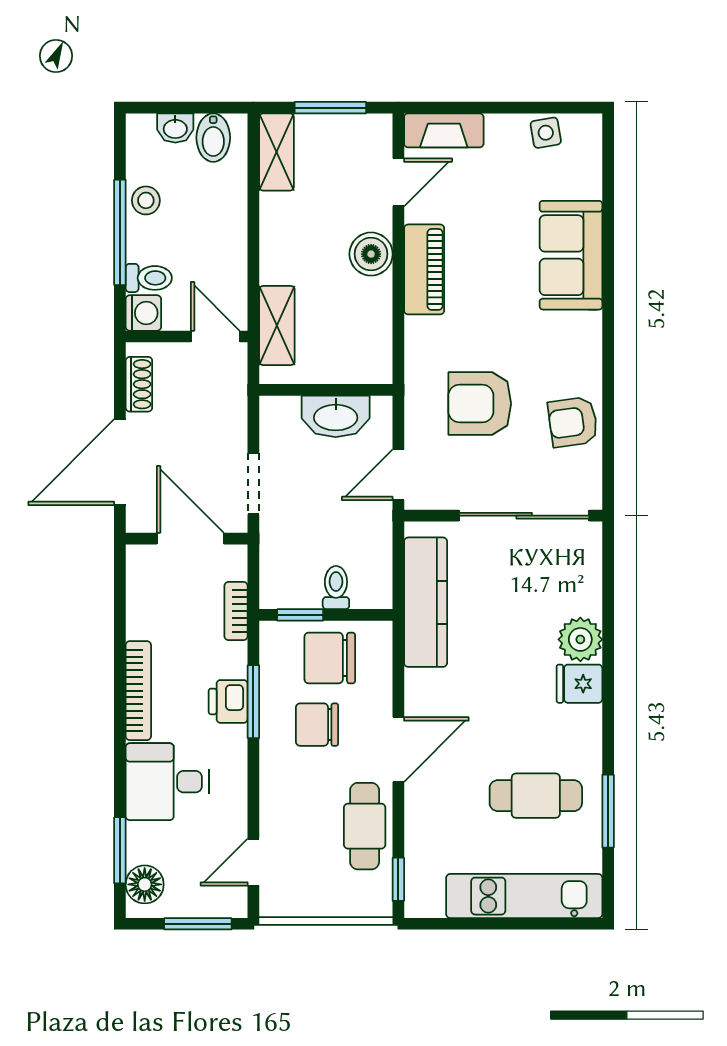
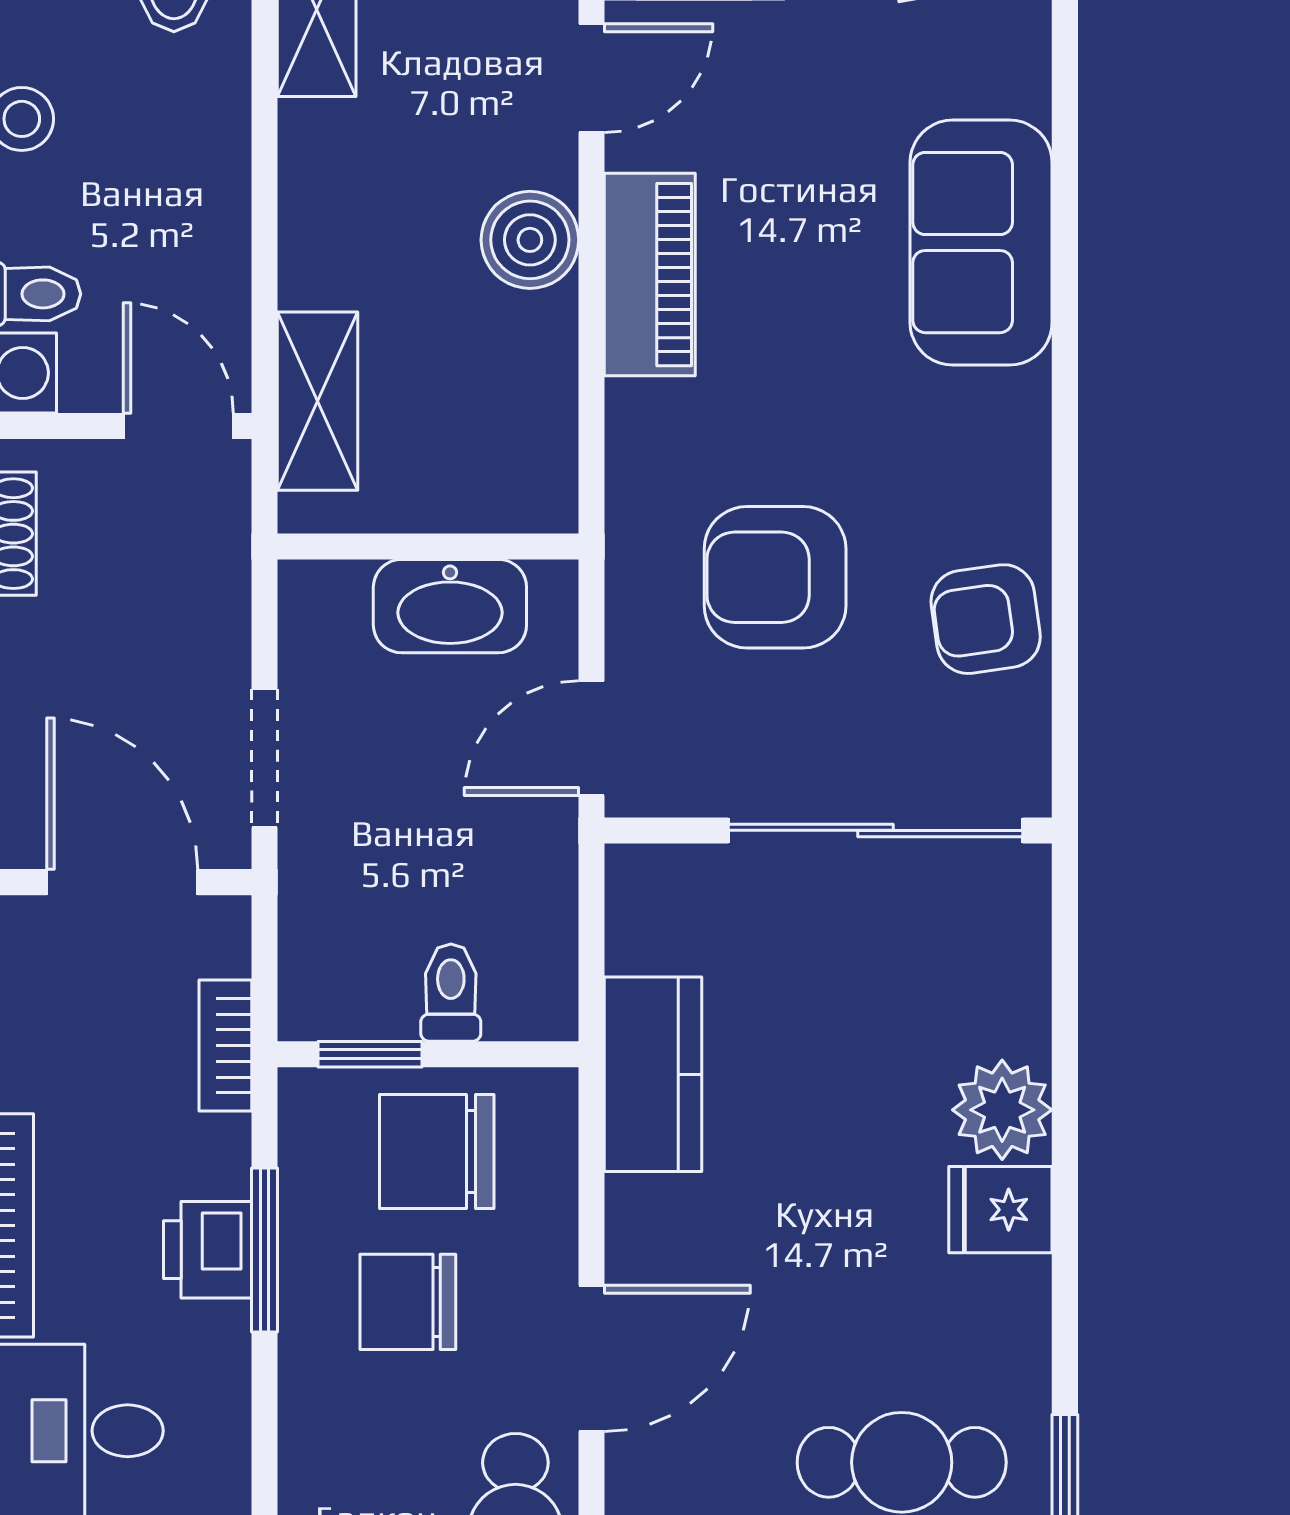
kitchen counter: (426, 602) -> (653, 1074), width x0.67

